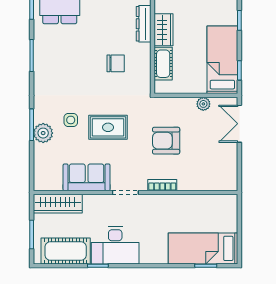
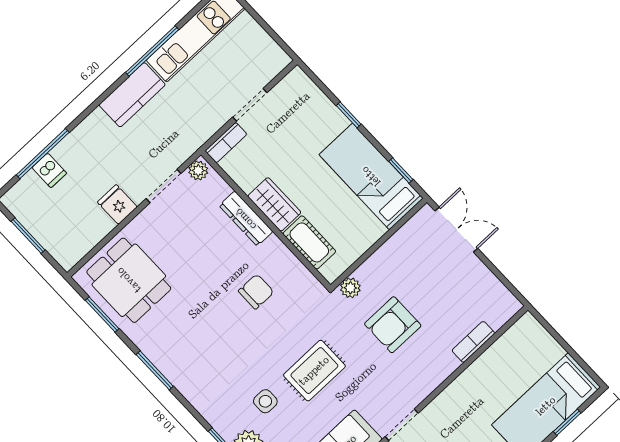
plant: (203, 104) -> (350, 288), moved
double door: (239, 124) -> (456, 230), swing flipped
bookcase: (162, 185) -> (473, 342), moved

